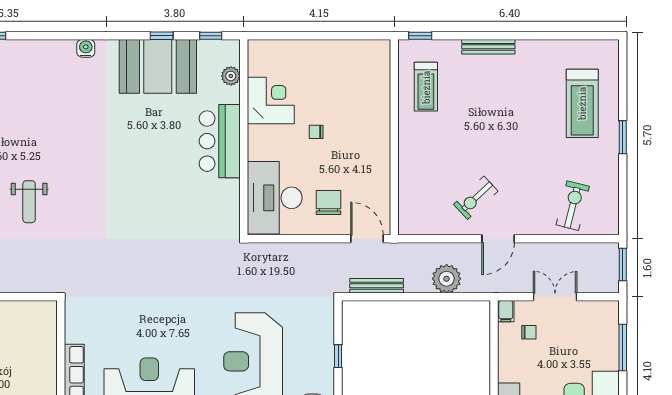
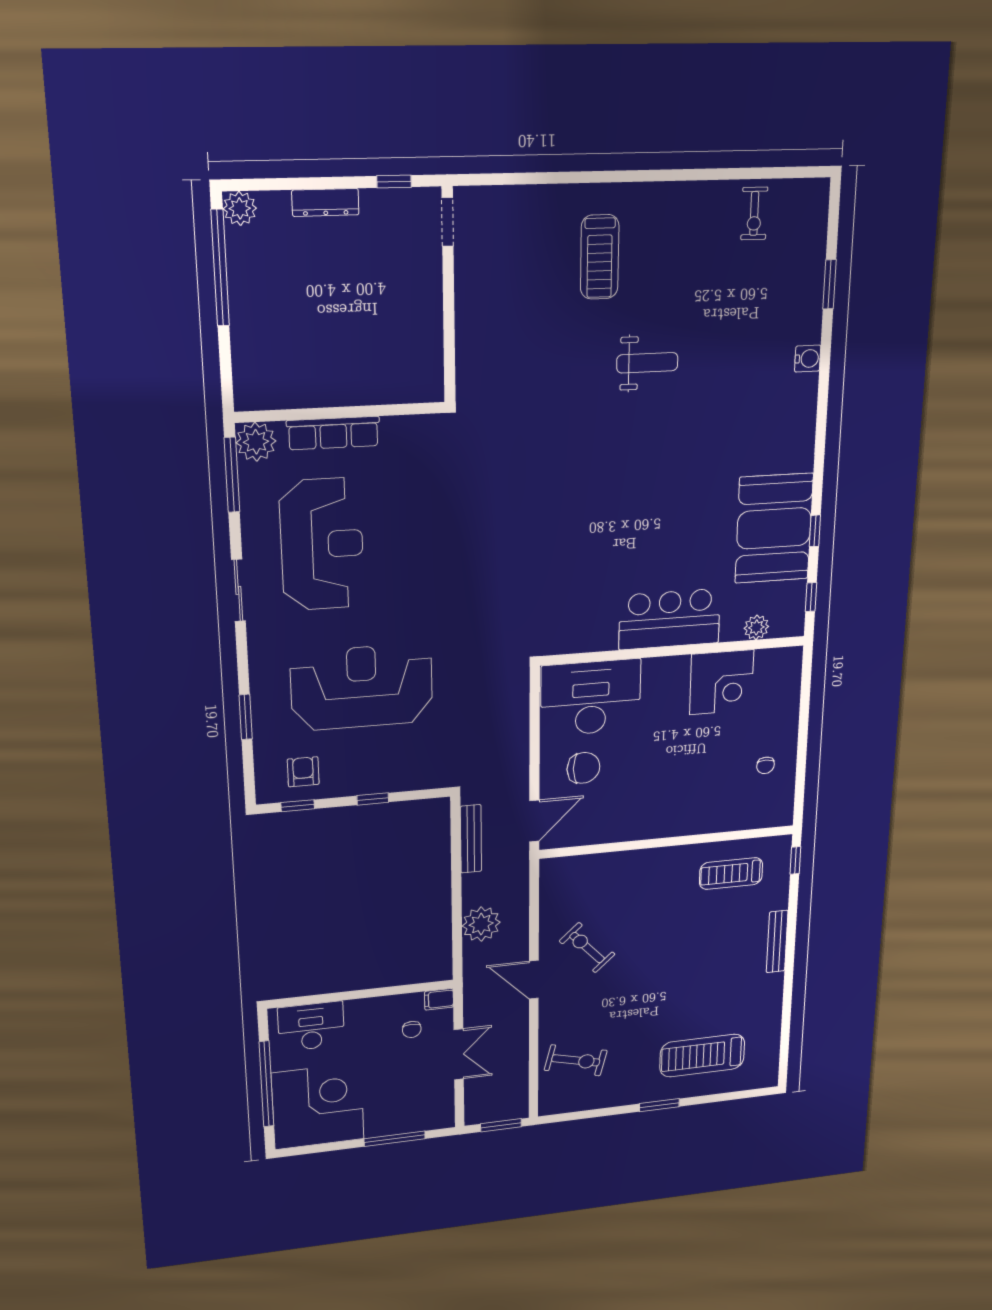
water cooler: (86, 48) -> (808, 359), moved
chair: (316, 132) -> (766, 765), moved, turned 180
weight bench: (29, 202) -> (647, 363), moved, turned 180

